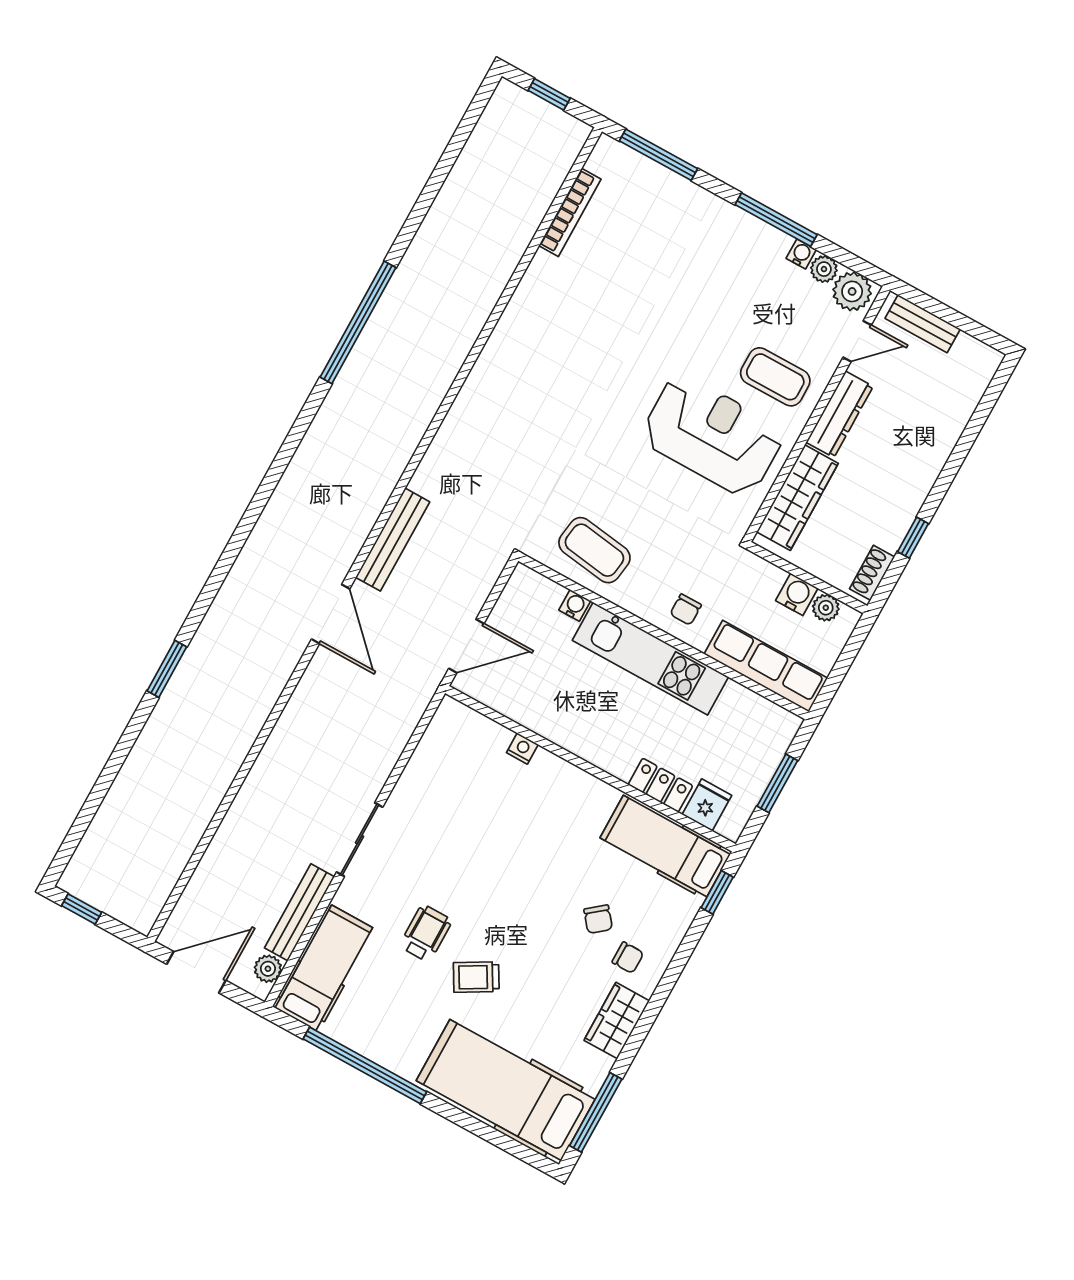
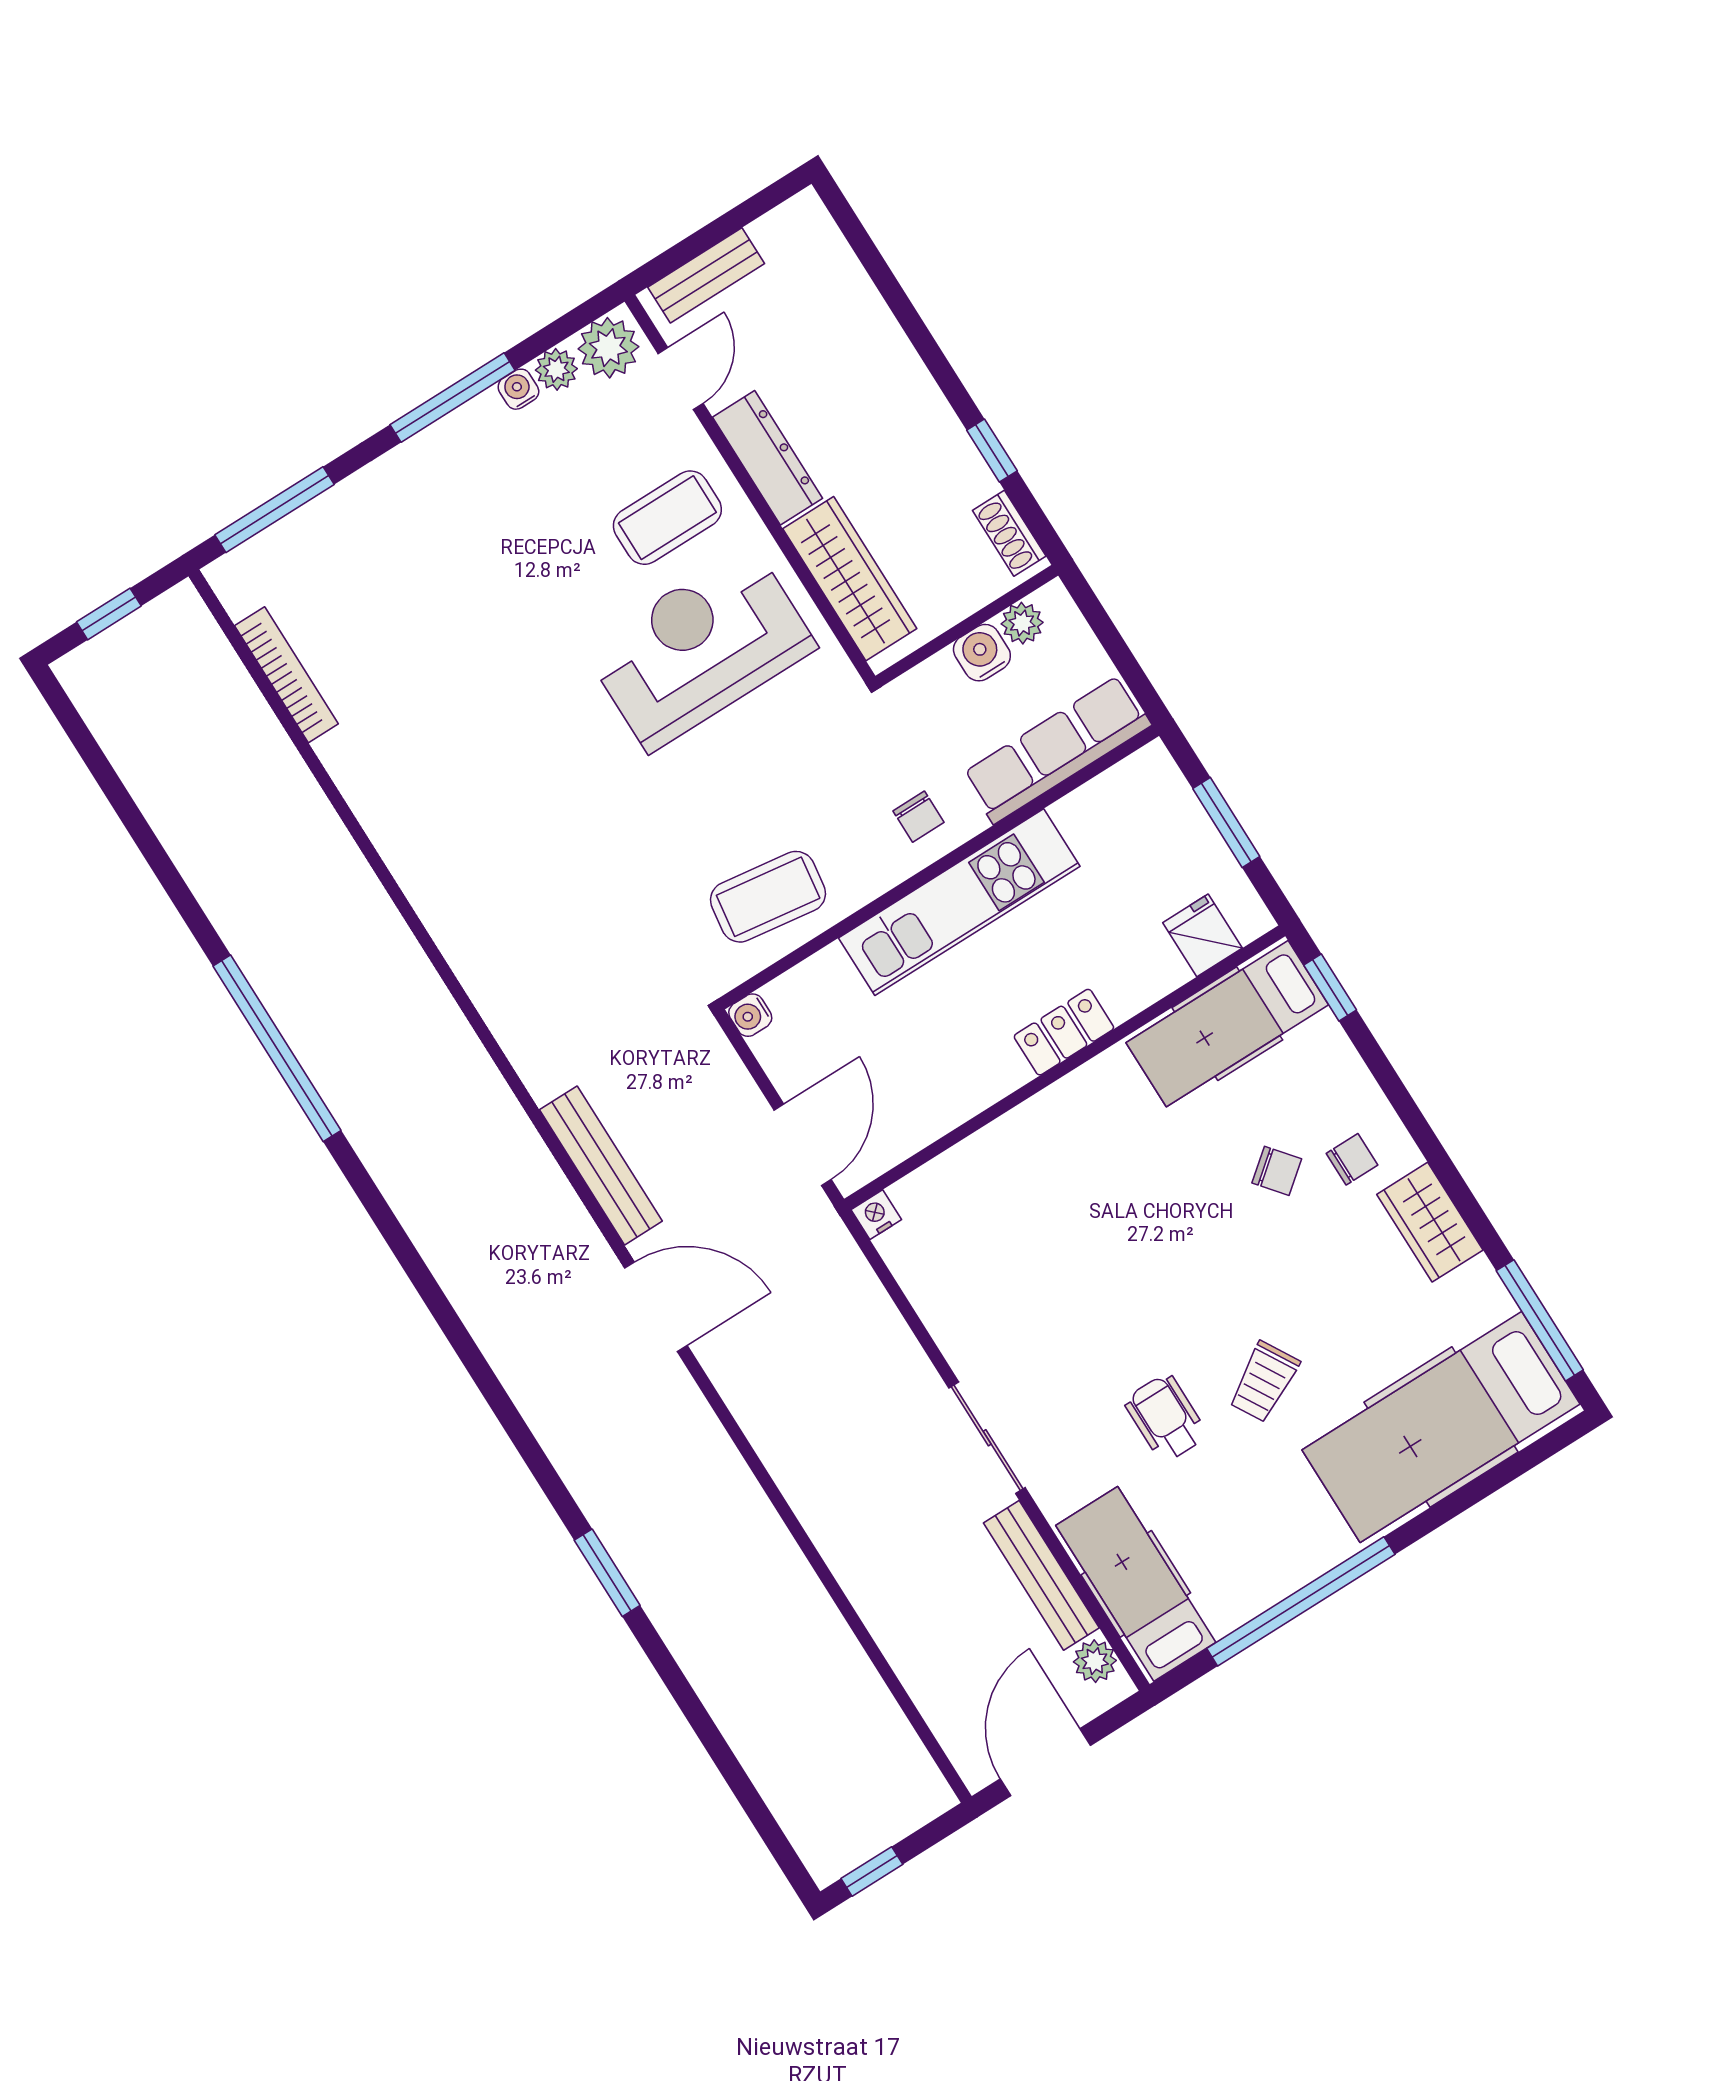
water cooler: (575, 605) -> (750, 1015), moved, turned -90
nightstand: (522, 749) -> (876, 1215), moved
locker: (660, 785) -> (1064, 1032), moved

